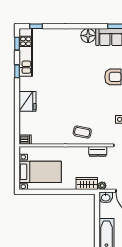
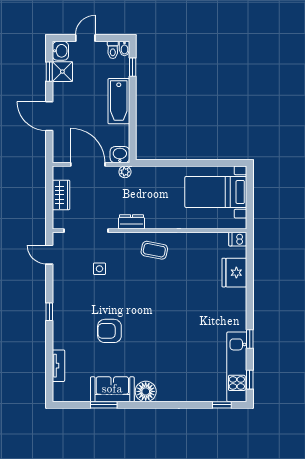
fridge: (27, 101) -> (234, 273), moved
wardrobe: (87, 184) -> (148, 175), removed

